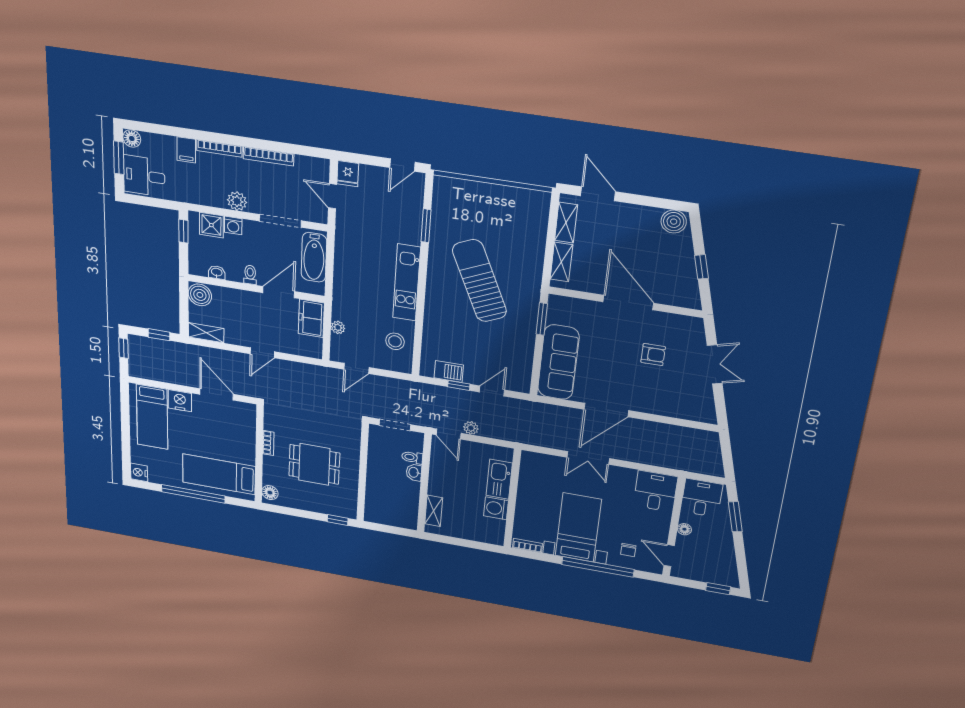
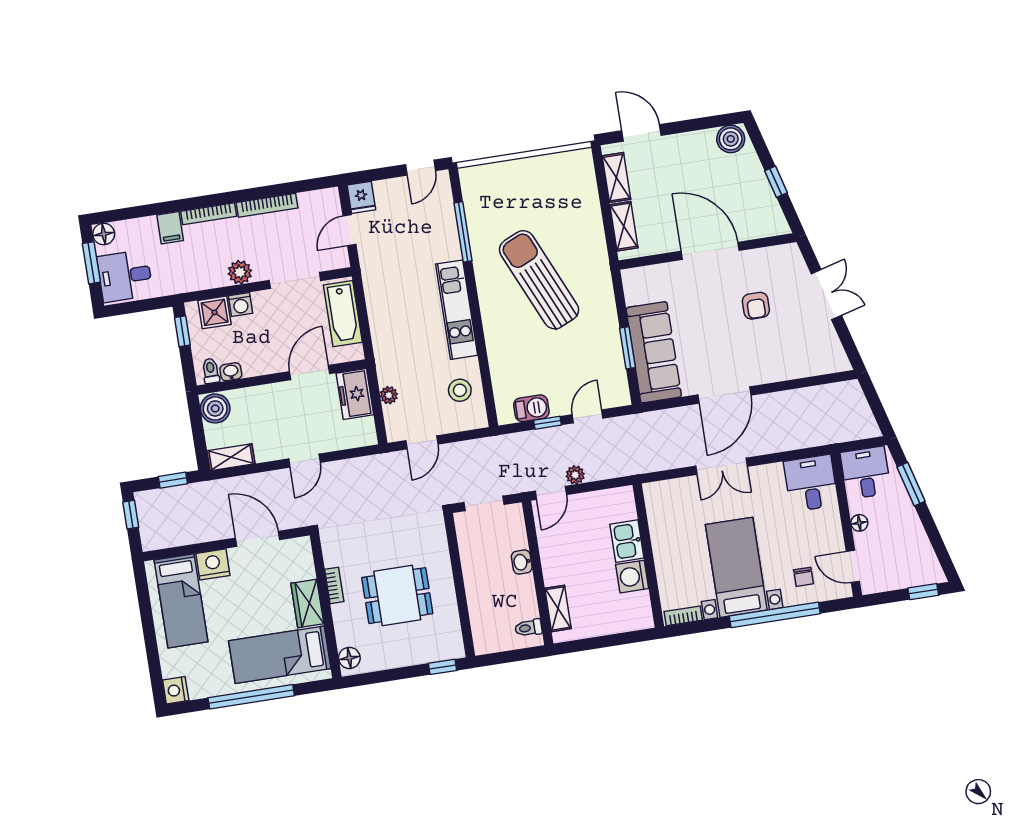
door: (332, 196) -> (349, 230), hinge flipped
window: (426, 226) -> (463, 232), width x1.44
toilet: (250, 275) -> (211, 371), moved
window: (542, 319) -> (628, 348), moved
armchair: (653, 354) -> (756, 306), turned 90
door: (449, 434) -> (551, 493), hinge flipped
wardrobe: (246, 448) -> (307, 604), added
toilet: (412, 457) -> (528, 628), moved
kitchen sink: (499, 479) -> (627, 541), width x0.73

